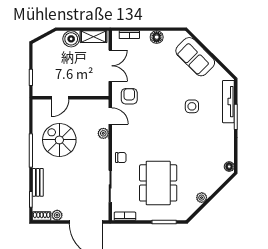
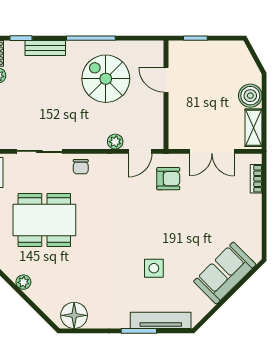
floor lamp: (157, 37) -> (253, 218), removed
spiral stairs: (59, 140) -> (106, 79), turned -90
floor lamp: (229, 167) -> (74, 315), width x1.89, depth x1.89

